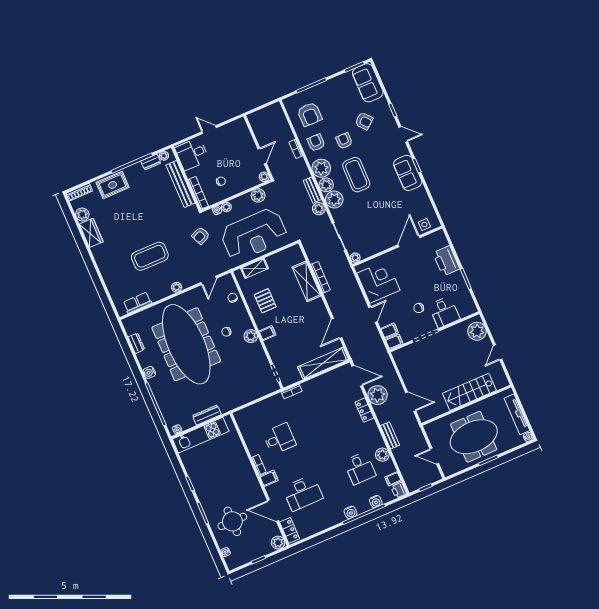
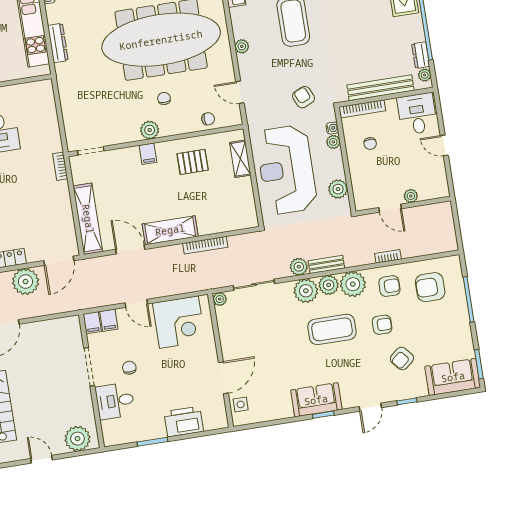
door: (209, 130) -> (444, 145), swing flipped
plant: (264, 177) -> (411, 196), moved
door: (409, 241) -> (223, 378), hinge flipped
shelving: (307, 281) -> (170, 230), moved

